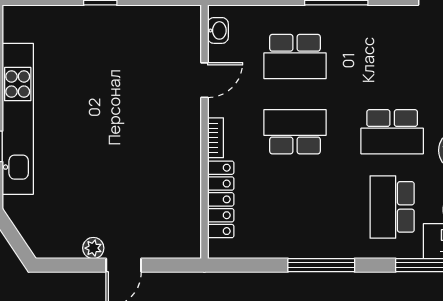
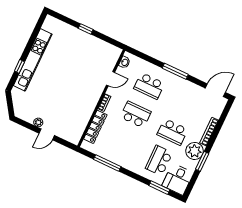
window: (321, 265) -> (107, 163), moved

